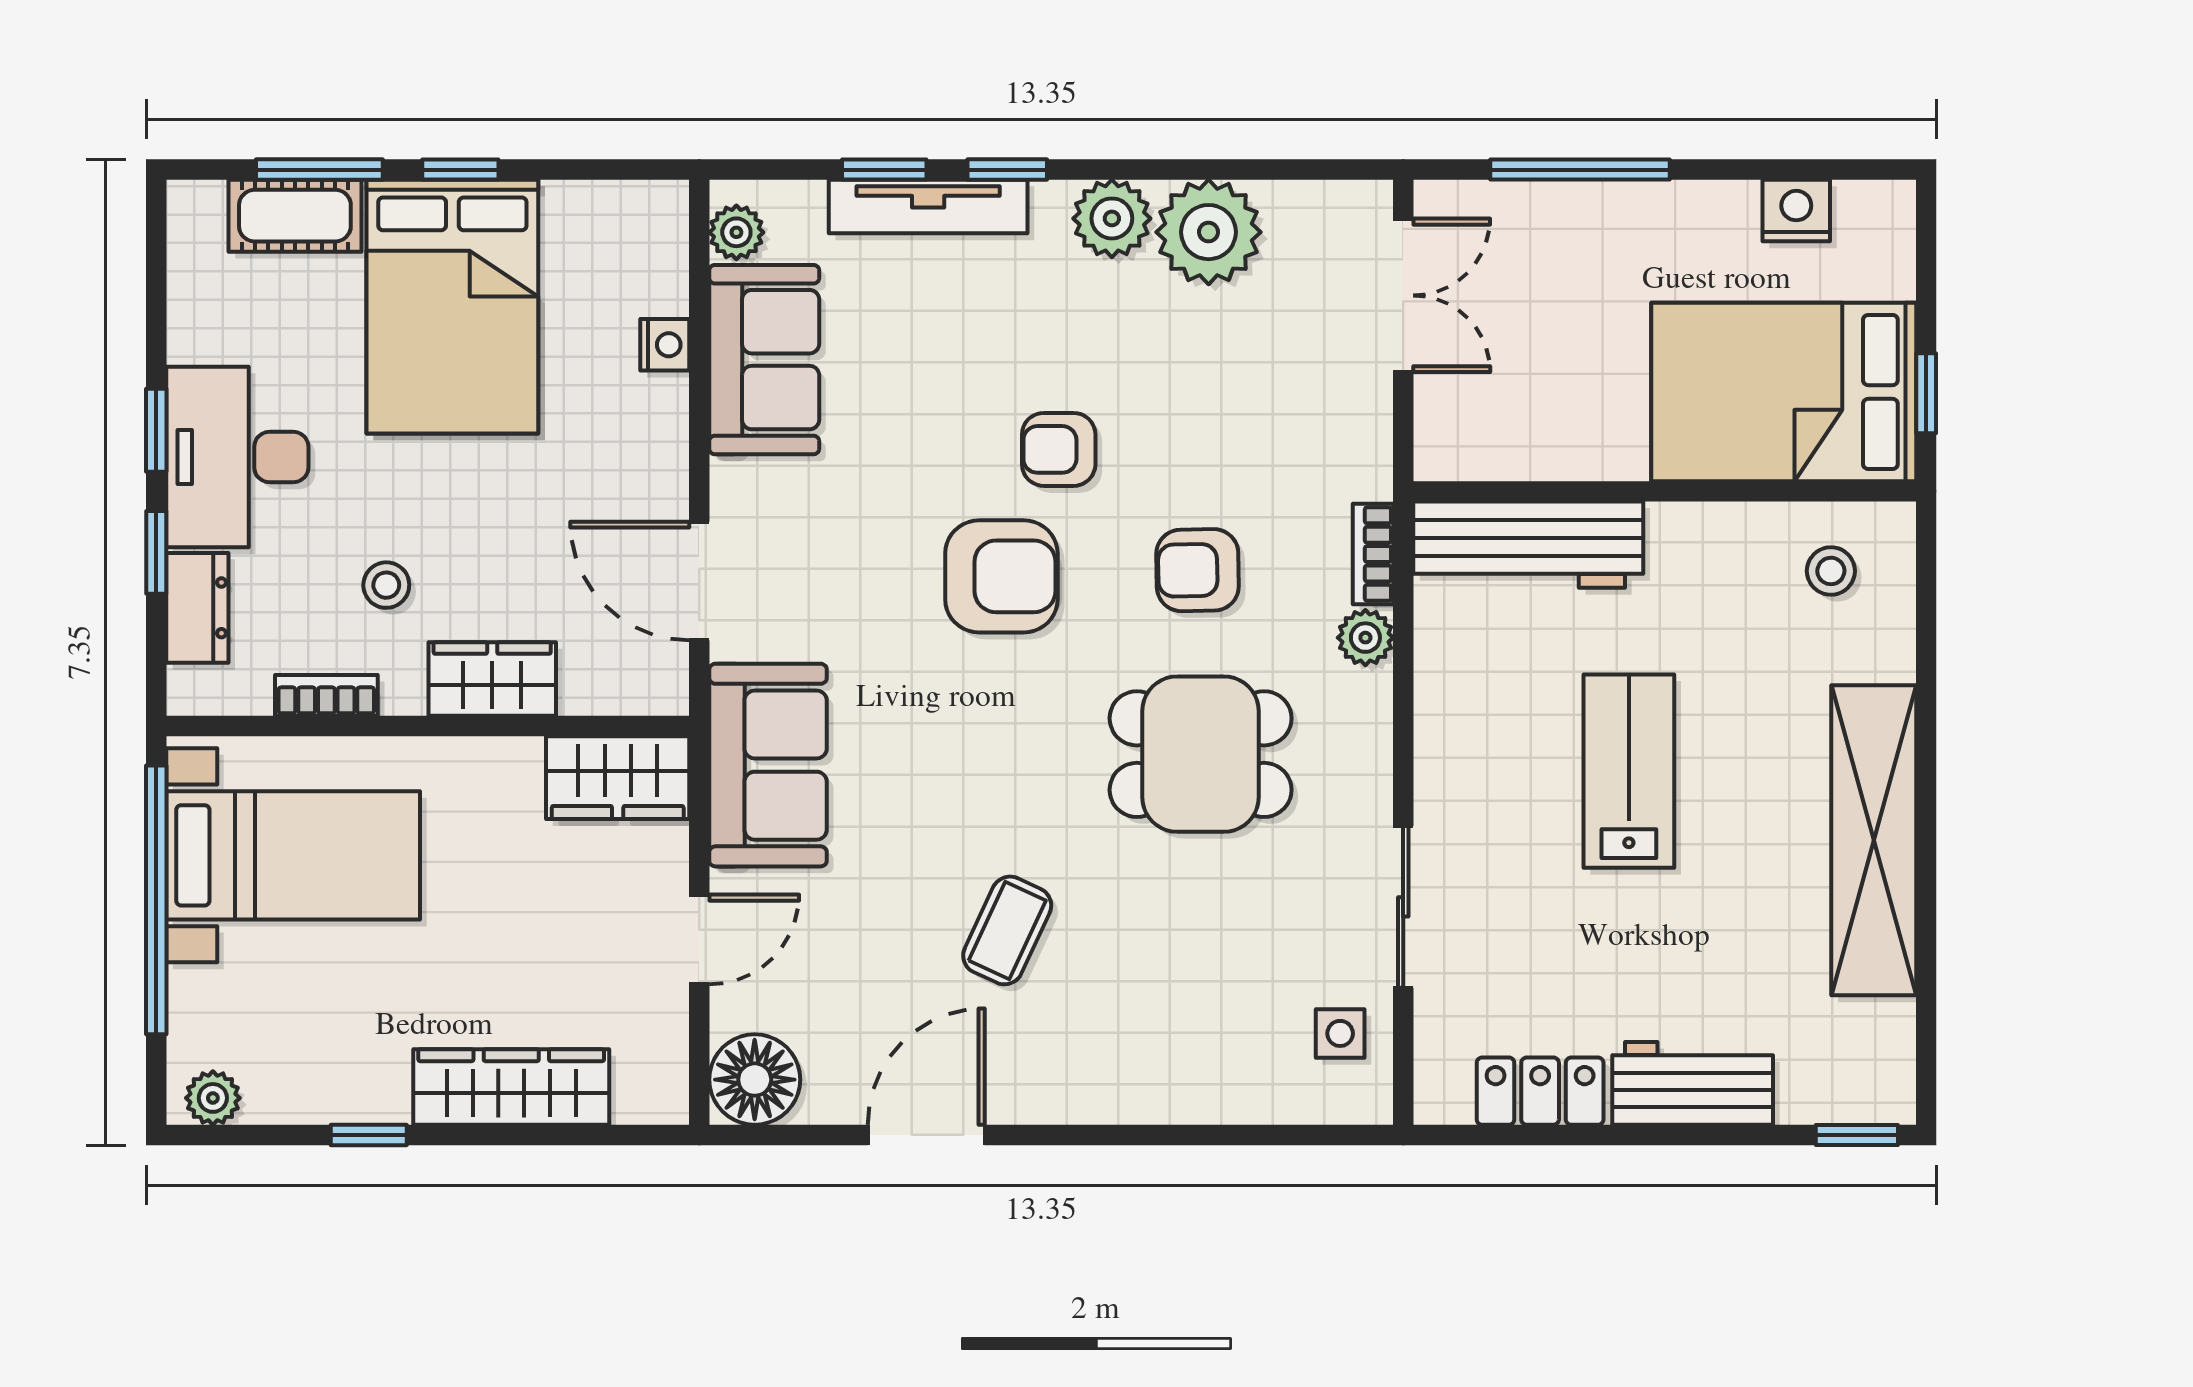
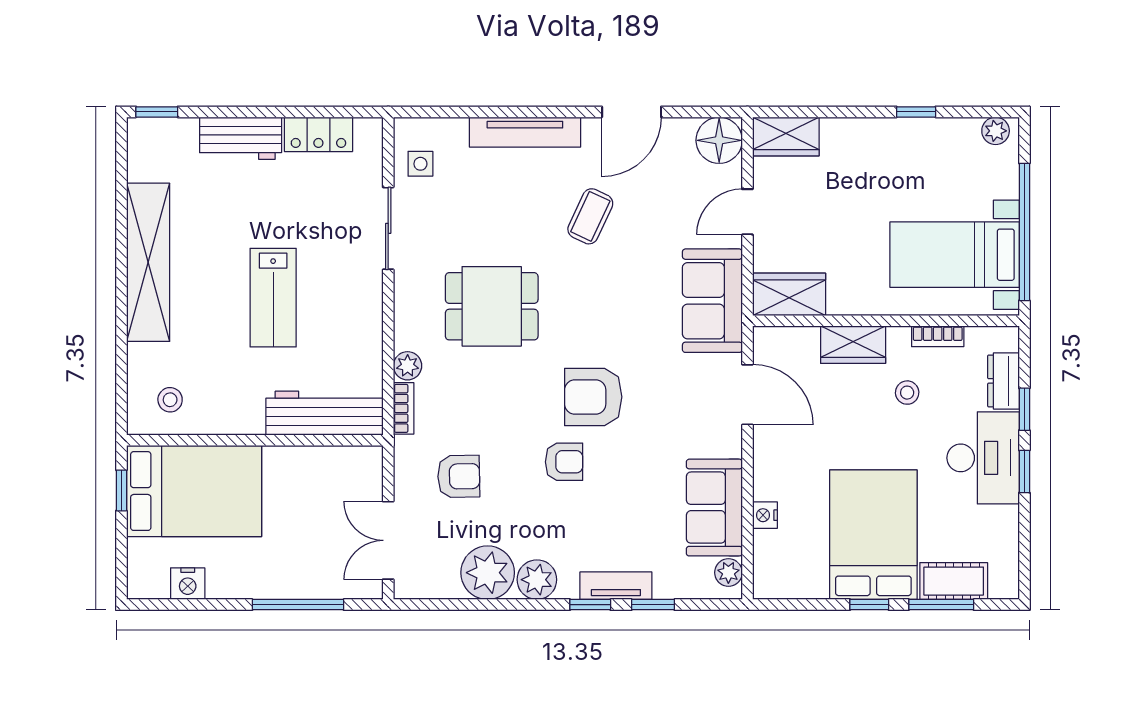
tv unit: (928, 207) -> (616, 586), width x0.71
armchair: (1198, 570) -> (459, 476), moved
wardrobe: (511, 1087) -> (786, 136), moved, width x0.67
tv unit: (1135, 1095) -> (525, 132), added

